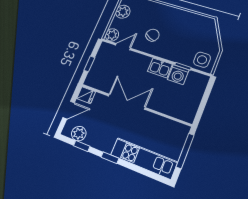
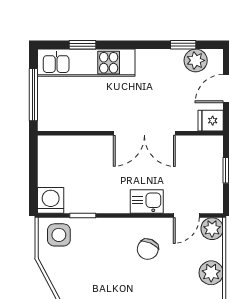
kitchen sink: (160, 68) -> (147, 201), moved
washing machine: (178, 75) -> (51, 200), moved
window: (110, 158) -> (83, 45), moved

